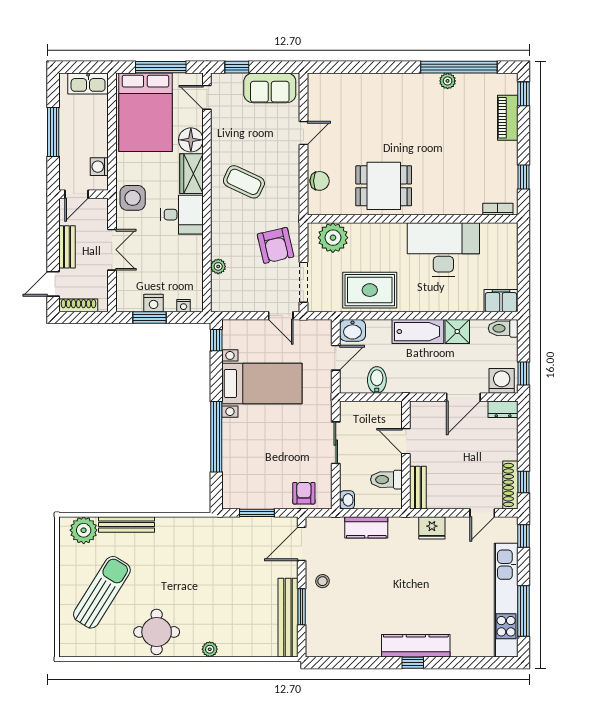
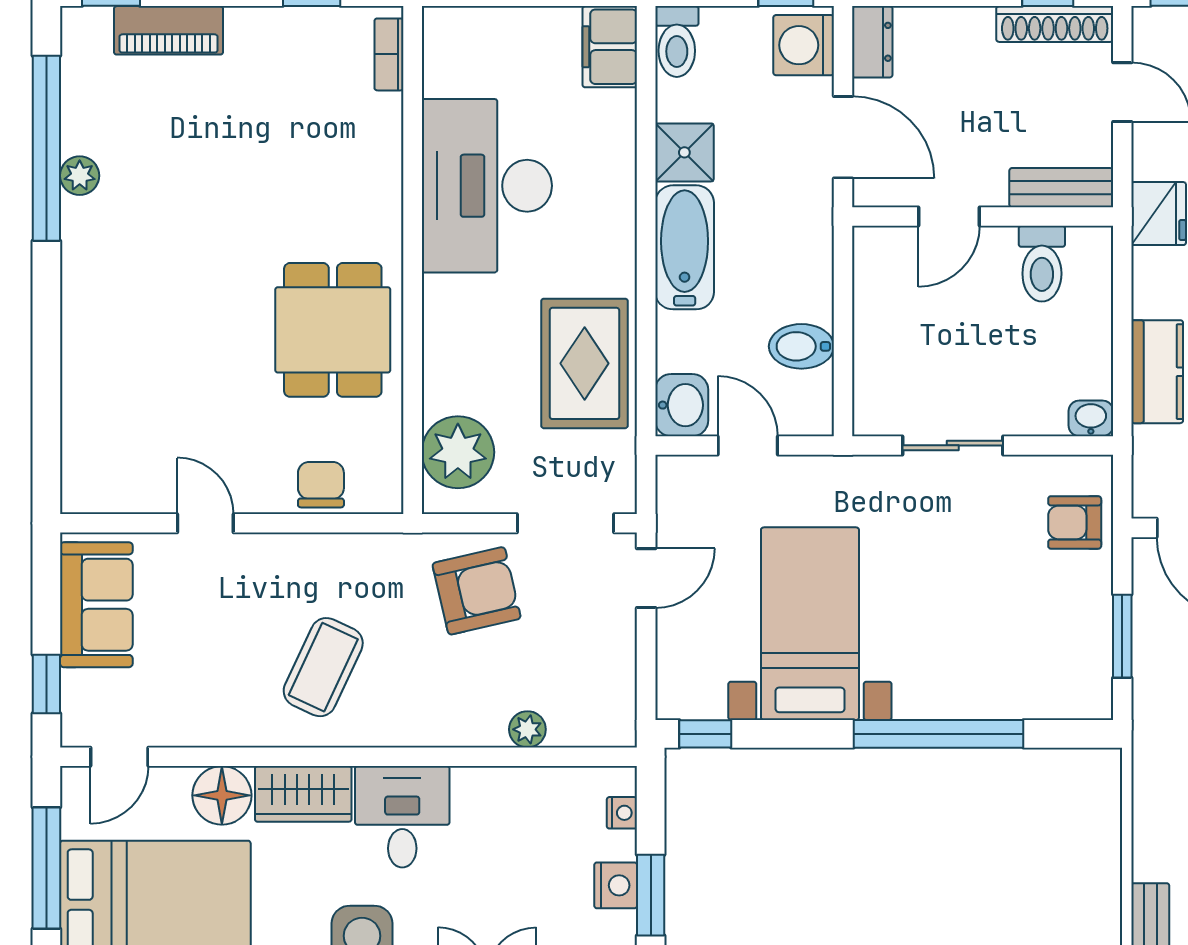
door: (406, 441) -> (949, 217), moved
wall: (406, 455) -> (983, 217), moved
toilet: (386, 480) -> (1042, 264), moved
bench: (418, 488) -> (1061, 188), moved

